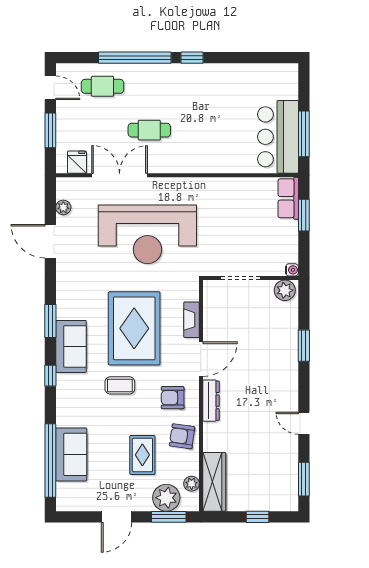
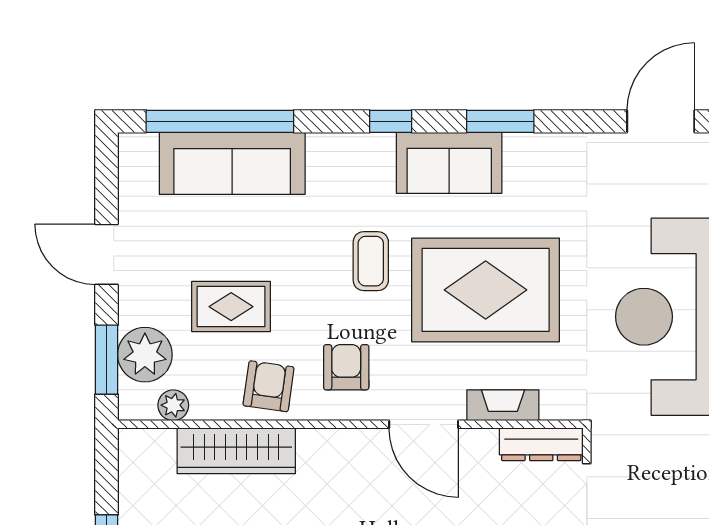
dresser: (211, 401) -> (541, 444), moved
sofa: (71, 454) -> (232, 163), width x1.36
wardrobe: (214, 482) -> (236, 451), moved

